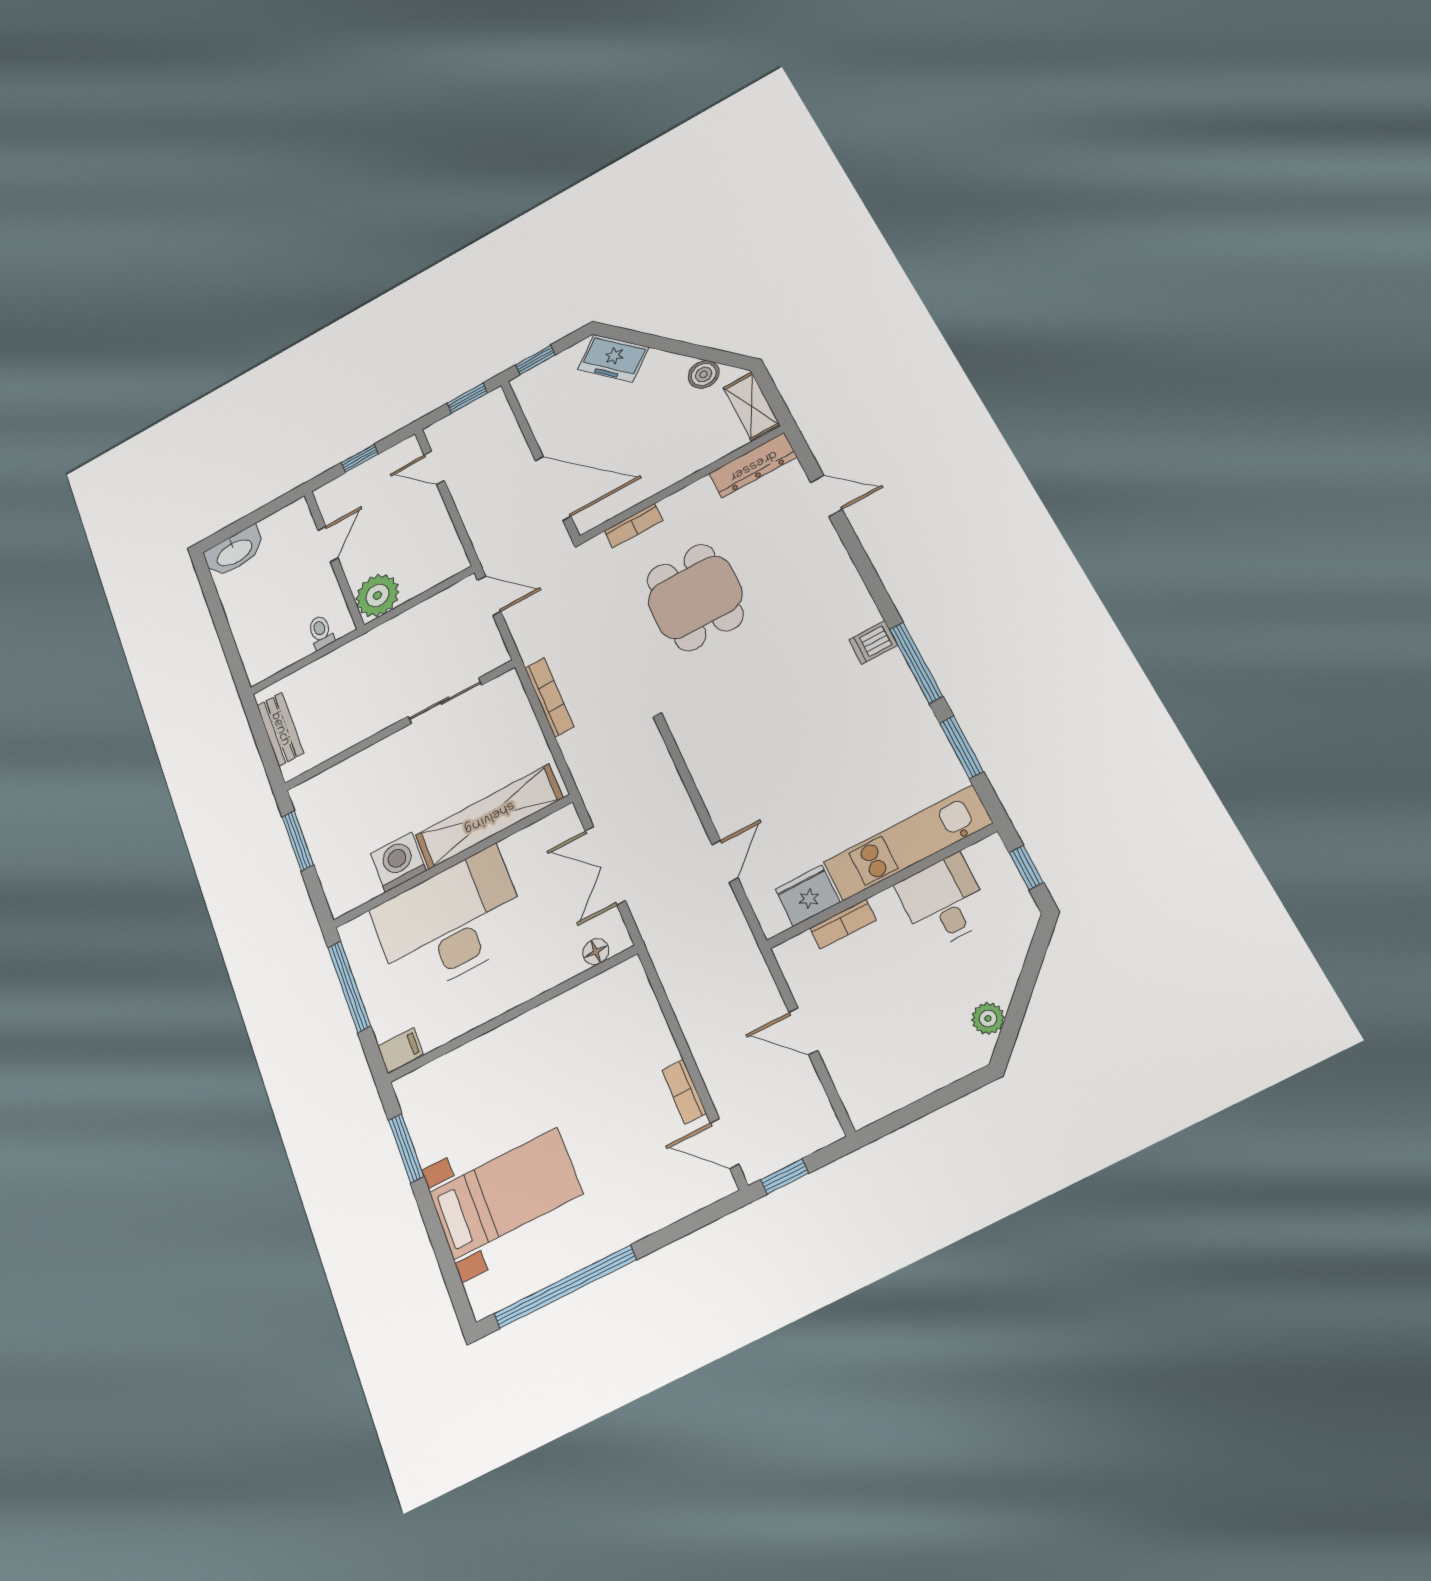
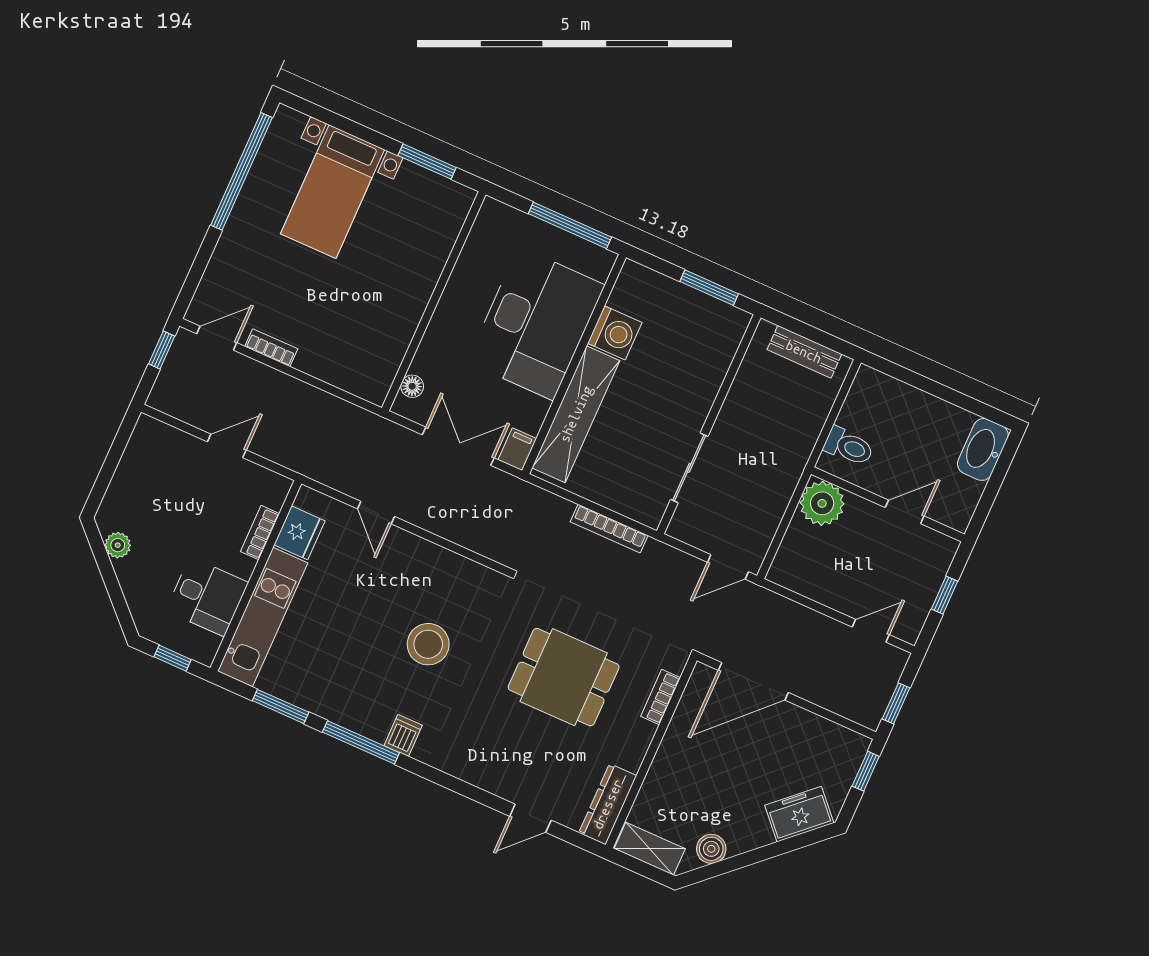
door: (328, 544) -> (905, 512), swing flipped
toilet: (321, 632) -> (849, 446), width x1.37, depth x1.39
stool: (782, 708) -> (428, 644), added
filing cabinet: (401, 1050) -> (517, 449), moved, turned 180

